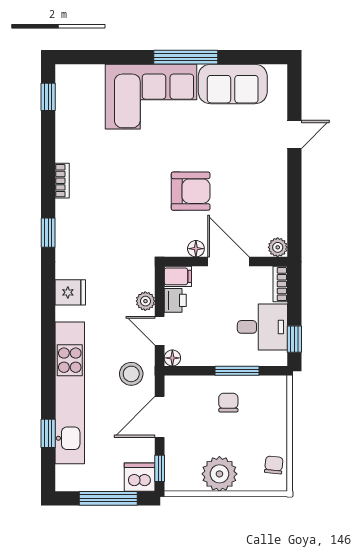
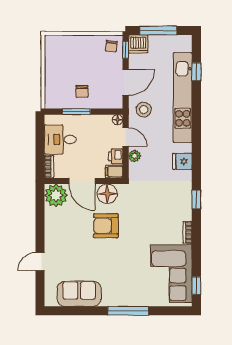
window: (186, 57) -> (128, 311), moved
corner sofa: (151, 97) -> (171, 274), moved, turned -90
plant: (278, 247) -> (56, 195), width x1.88, depth x1.88
floor lamp: (196, 249) -> (107, 194), width x1.89, depth x1.89
window: (294, 339) -> (40, 132), removed
chair: (274, 465) -> (111, 46), moved
plant: (219, 474) -> (88, 46), removed

